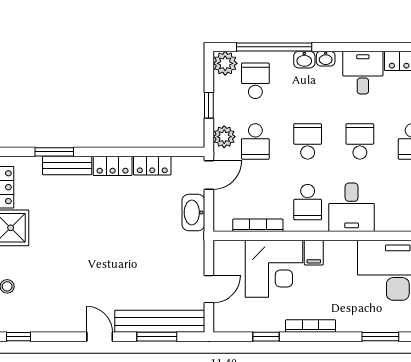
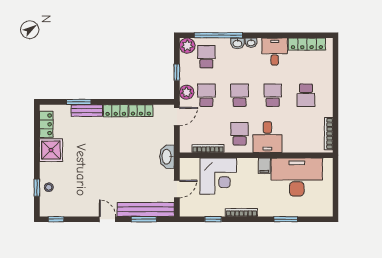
school desk: (255, 141) -> (206, 95), turned 180
school desk: (308, 202) -> (240, 134), turned 180
washbasin: (193, 212) -> (167, 157), moved
filing cabinet: (314, 253) -> (264, 166), moved

